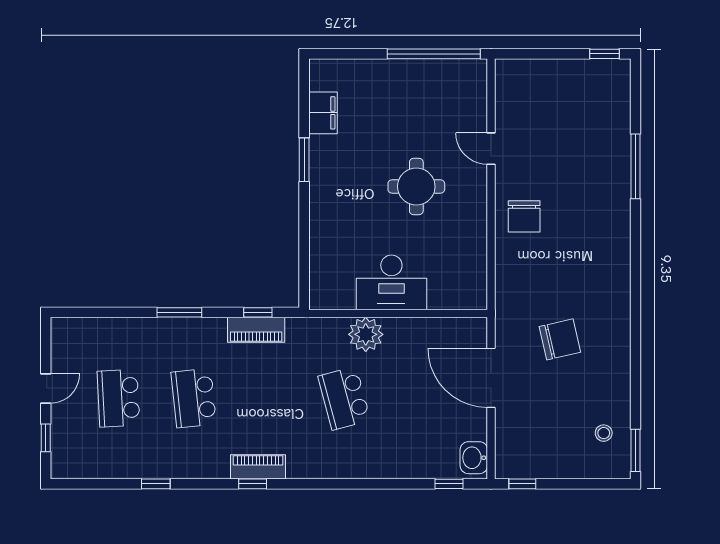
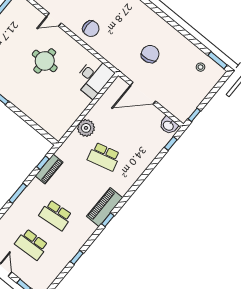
desk: (391, 282) -> (94, 78), moved
piano: (258, 467) -> (105, 207), width x1.37, depth x1.33

